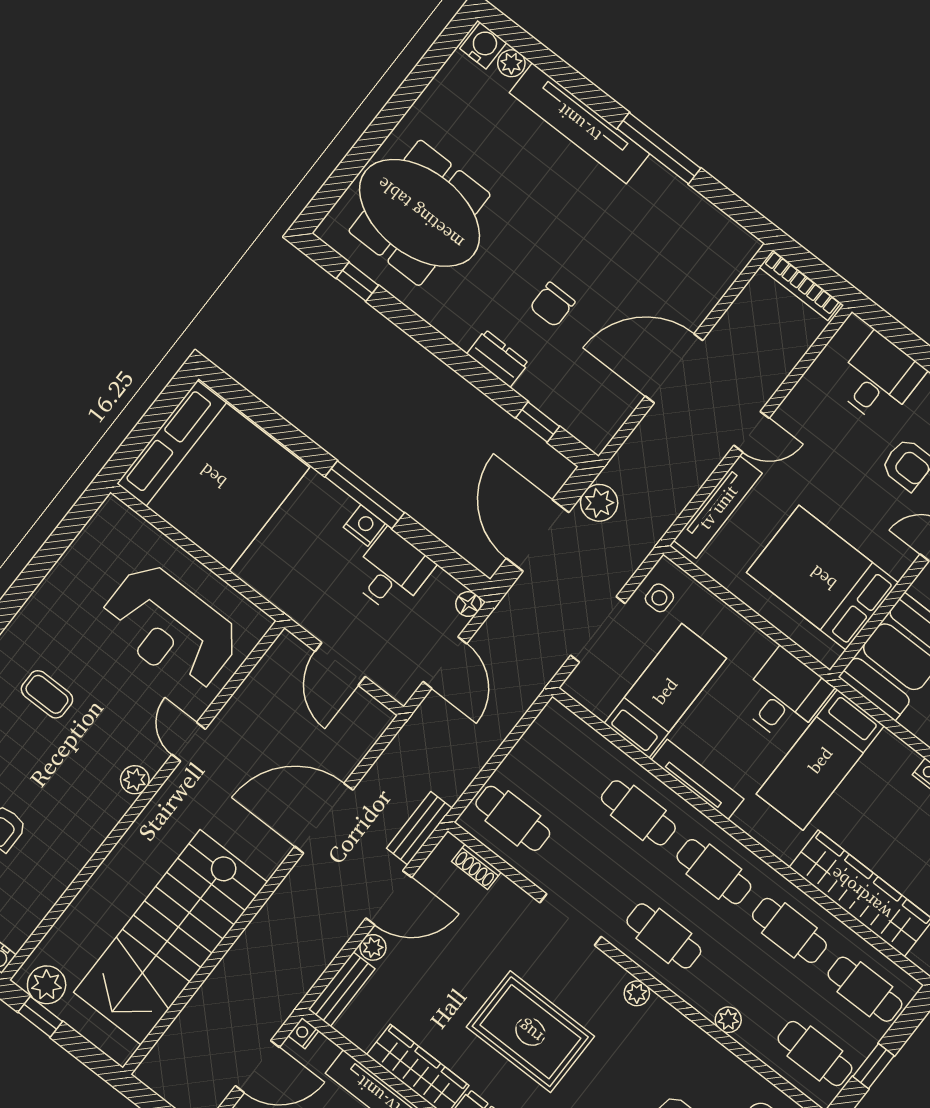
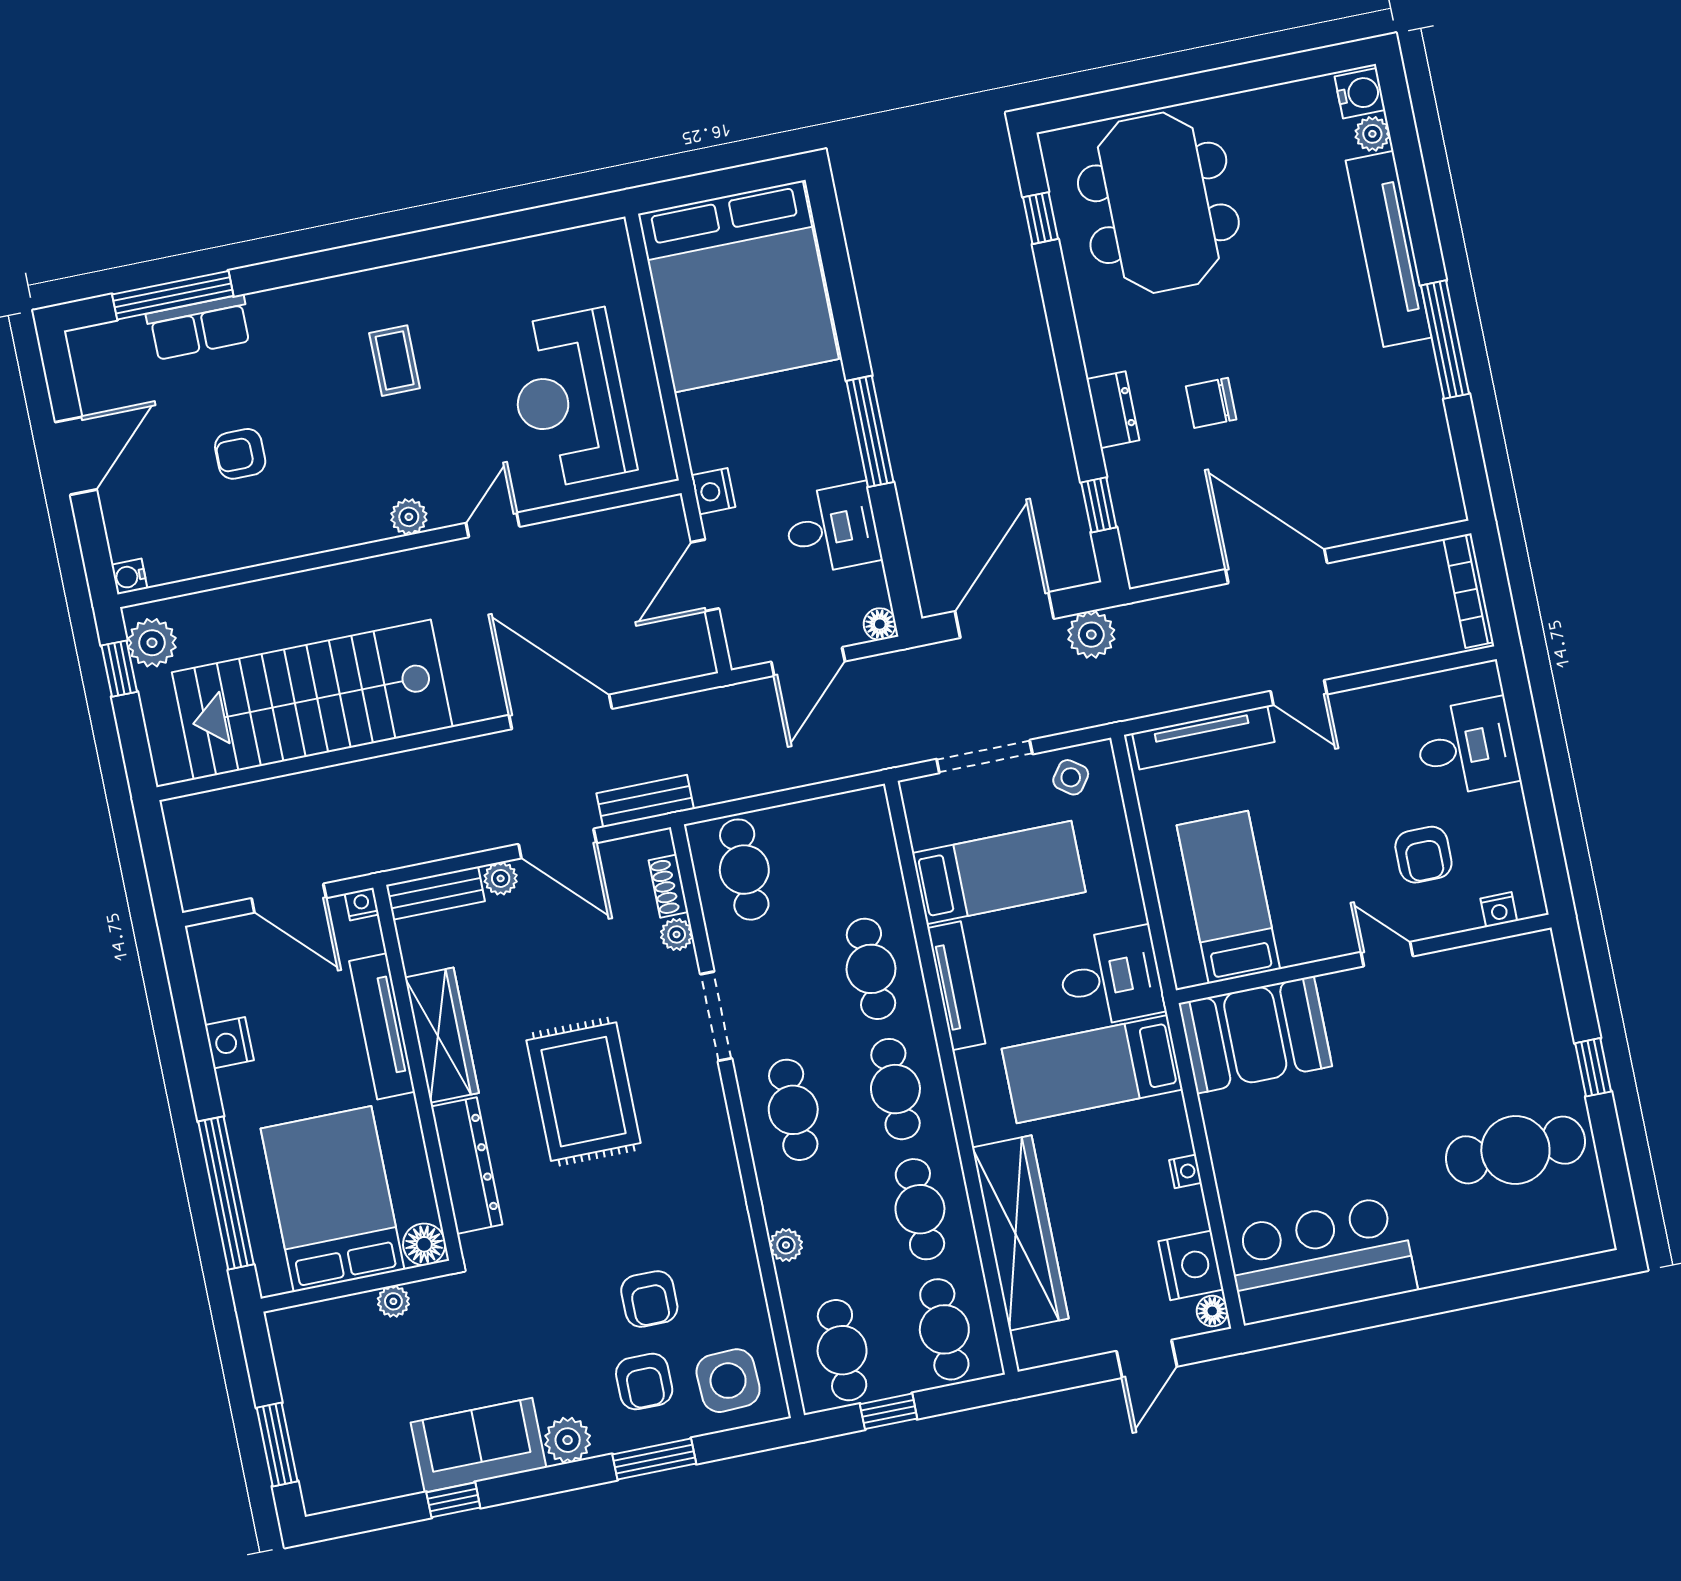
nightstand: (364, 525) -> (713, 491), moved, turned 180
bed: (823, 578) -> (1228, 897), width x0.67
side table: (659, 598) -> (1071, 777), turned 36
plant: (637, 993) -> (677, 934), moved

